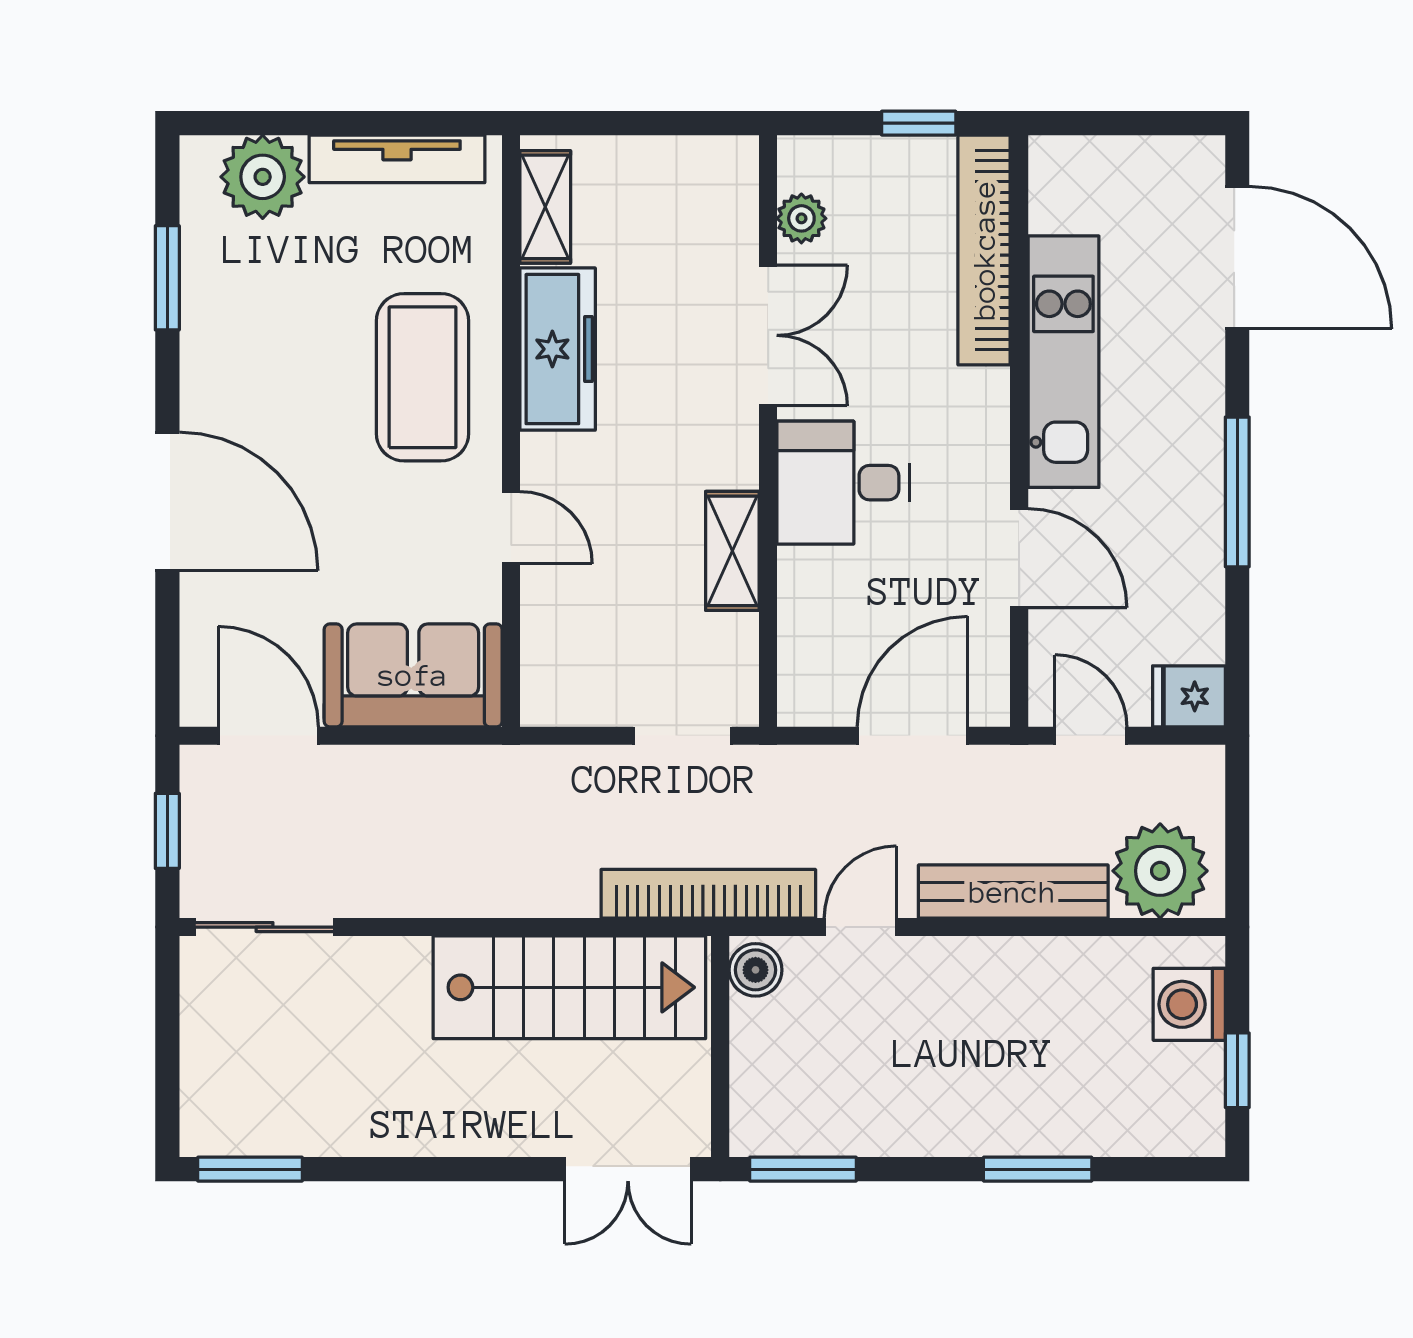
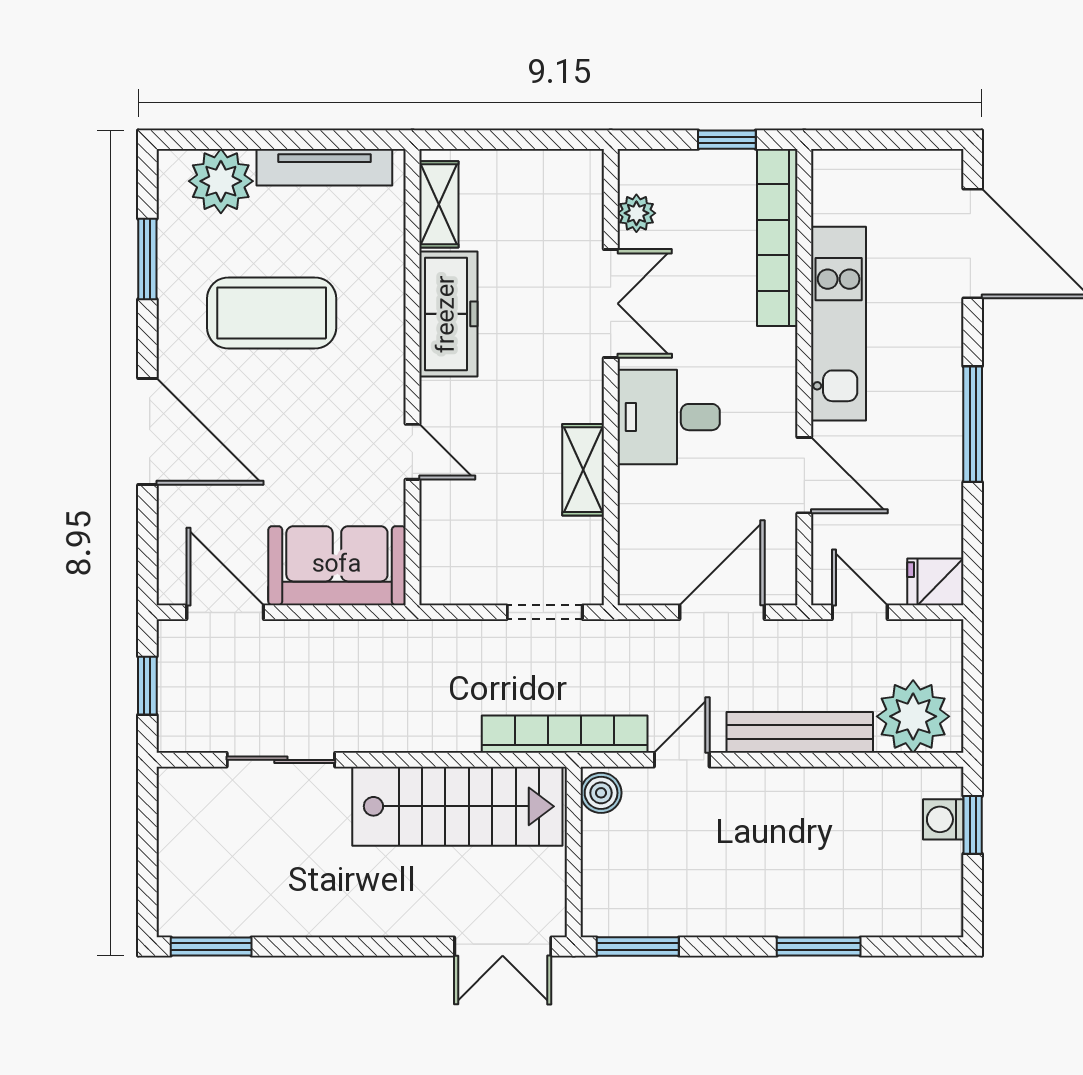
coffee table: (422, 377) -> (272, 313), moved, turned 90
sliding door: (264, 927) -> (281, 760), moved
washing machine: (1189, 1004) -> (943, 819), width x0.73, depth x0.73
window: (1237, 1070) -> (973, 825), moved

